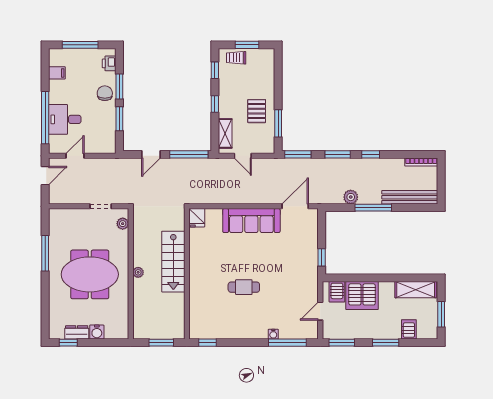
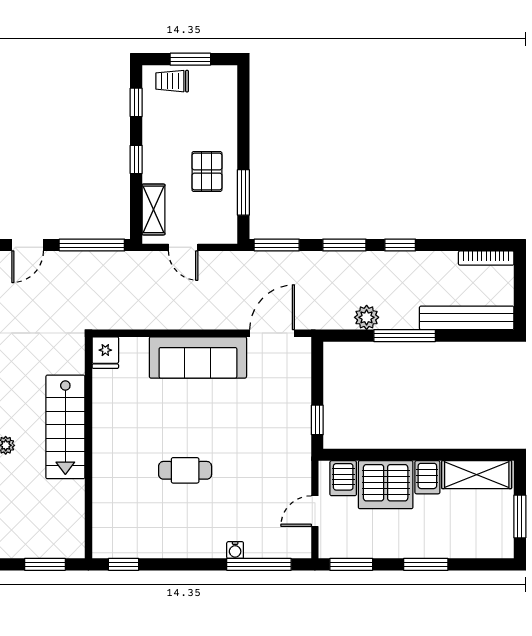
server rack: (409, 329) -> (427, 477), moved, turned 180

